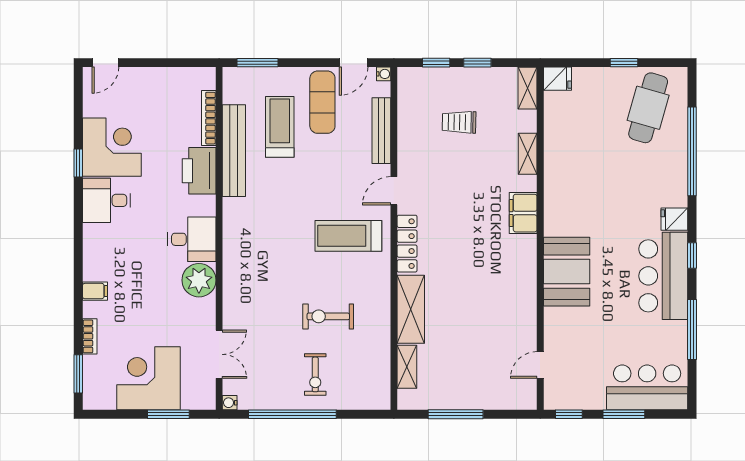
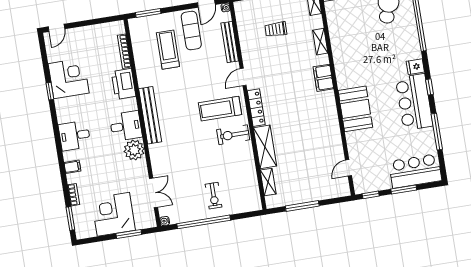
bench: (234, 151) -> (150, 115), moved
desk: (106, 200) -> (75, 136), moved
exercise bike: (328, 316) -> (233, 135), moved

